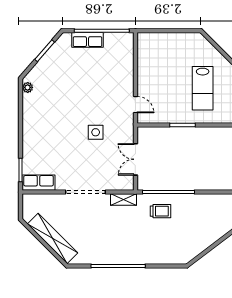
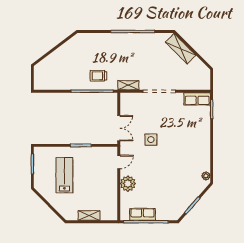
shelving: (172, 38) -> (89, 216), added
row of seats: (88, 40) -> (143, 214), moved
plant: (124, 78) -> (128, 184), added
door: (135, 105) -> (119, 162), swing flipped
double door: (135, 159) -> (119, 128), moved
shelving: (53, 238) -> (181, 49), width x0.68

